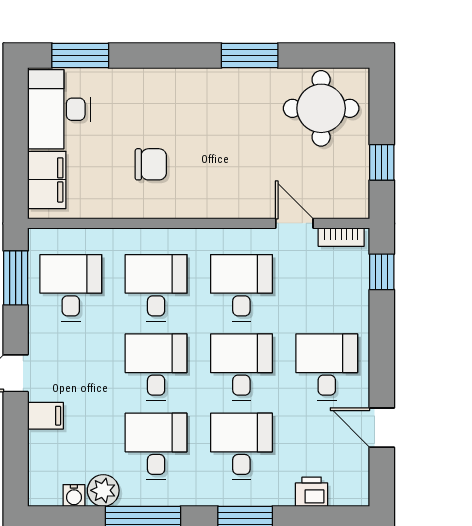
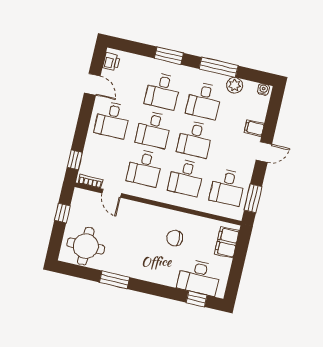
window: (80, 55) -> (197, 299), width x0.67
desk: (59, 109) -> (199, 277), moved, turned 90
printer: (312, 492) -> (111, 62), moved, turned -90
water cooler: (74, 496) -> (263, 89), moved

